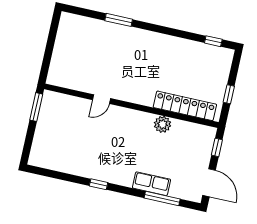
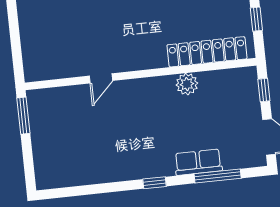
window: (99, 184) -> (155, 183), moved

